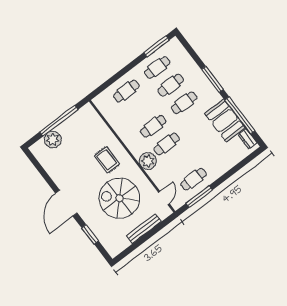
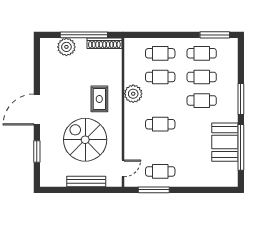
shoe rack: (79, 115) -> (104, 43), added
cafe table: (153, 126) -> (160, 77), moved
dresser: (248, 139) -> (232, 172), removed
plant: (148, 161) -> (133, 94), moved

